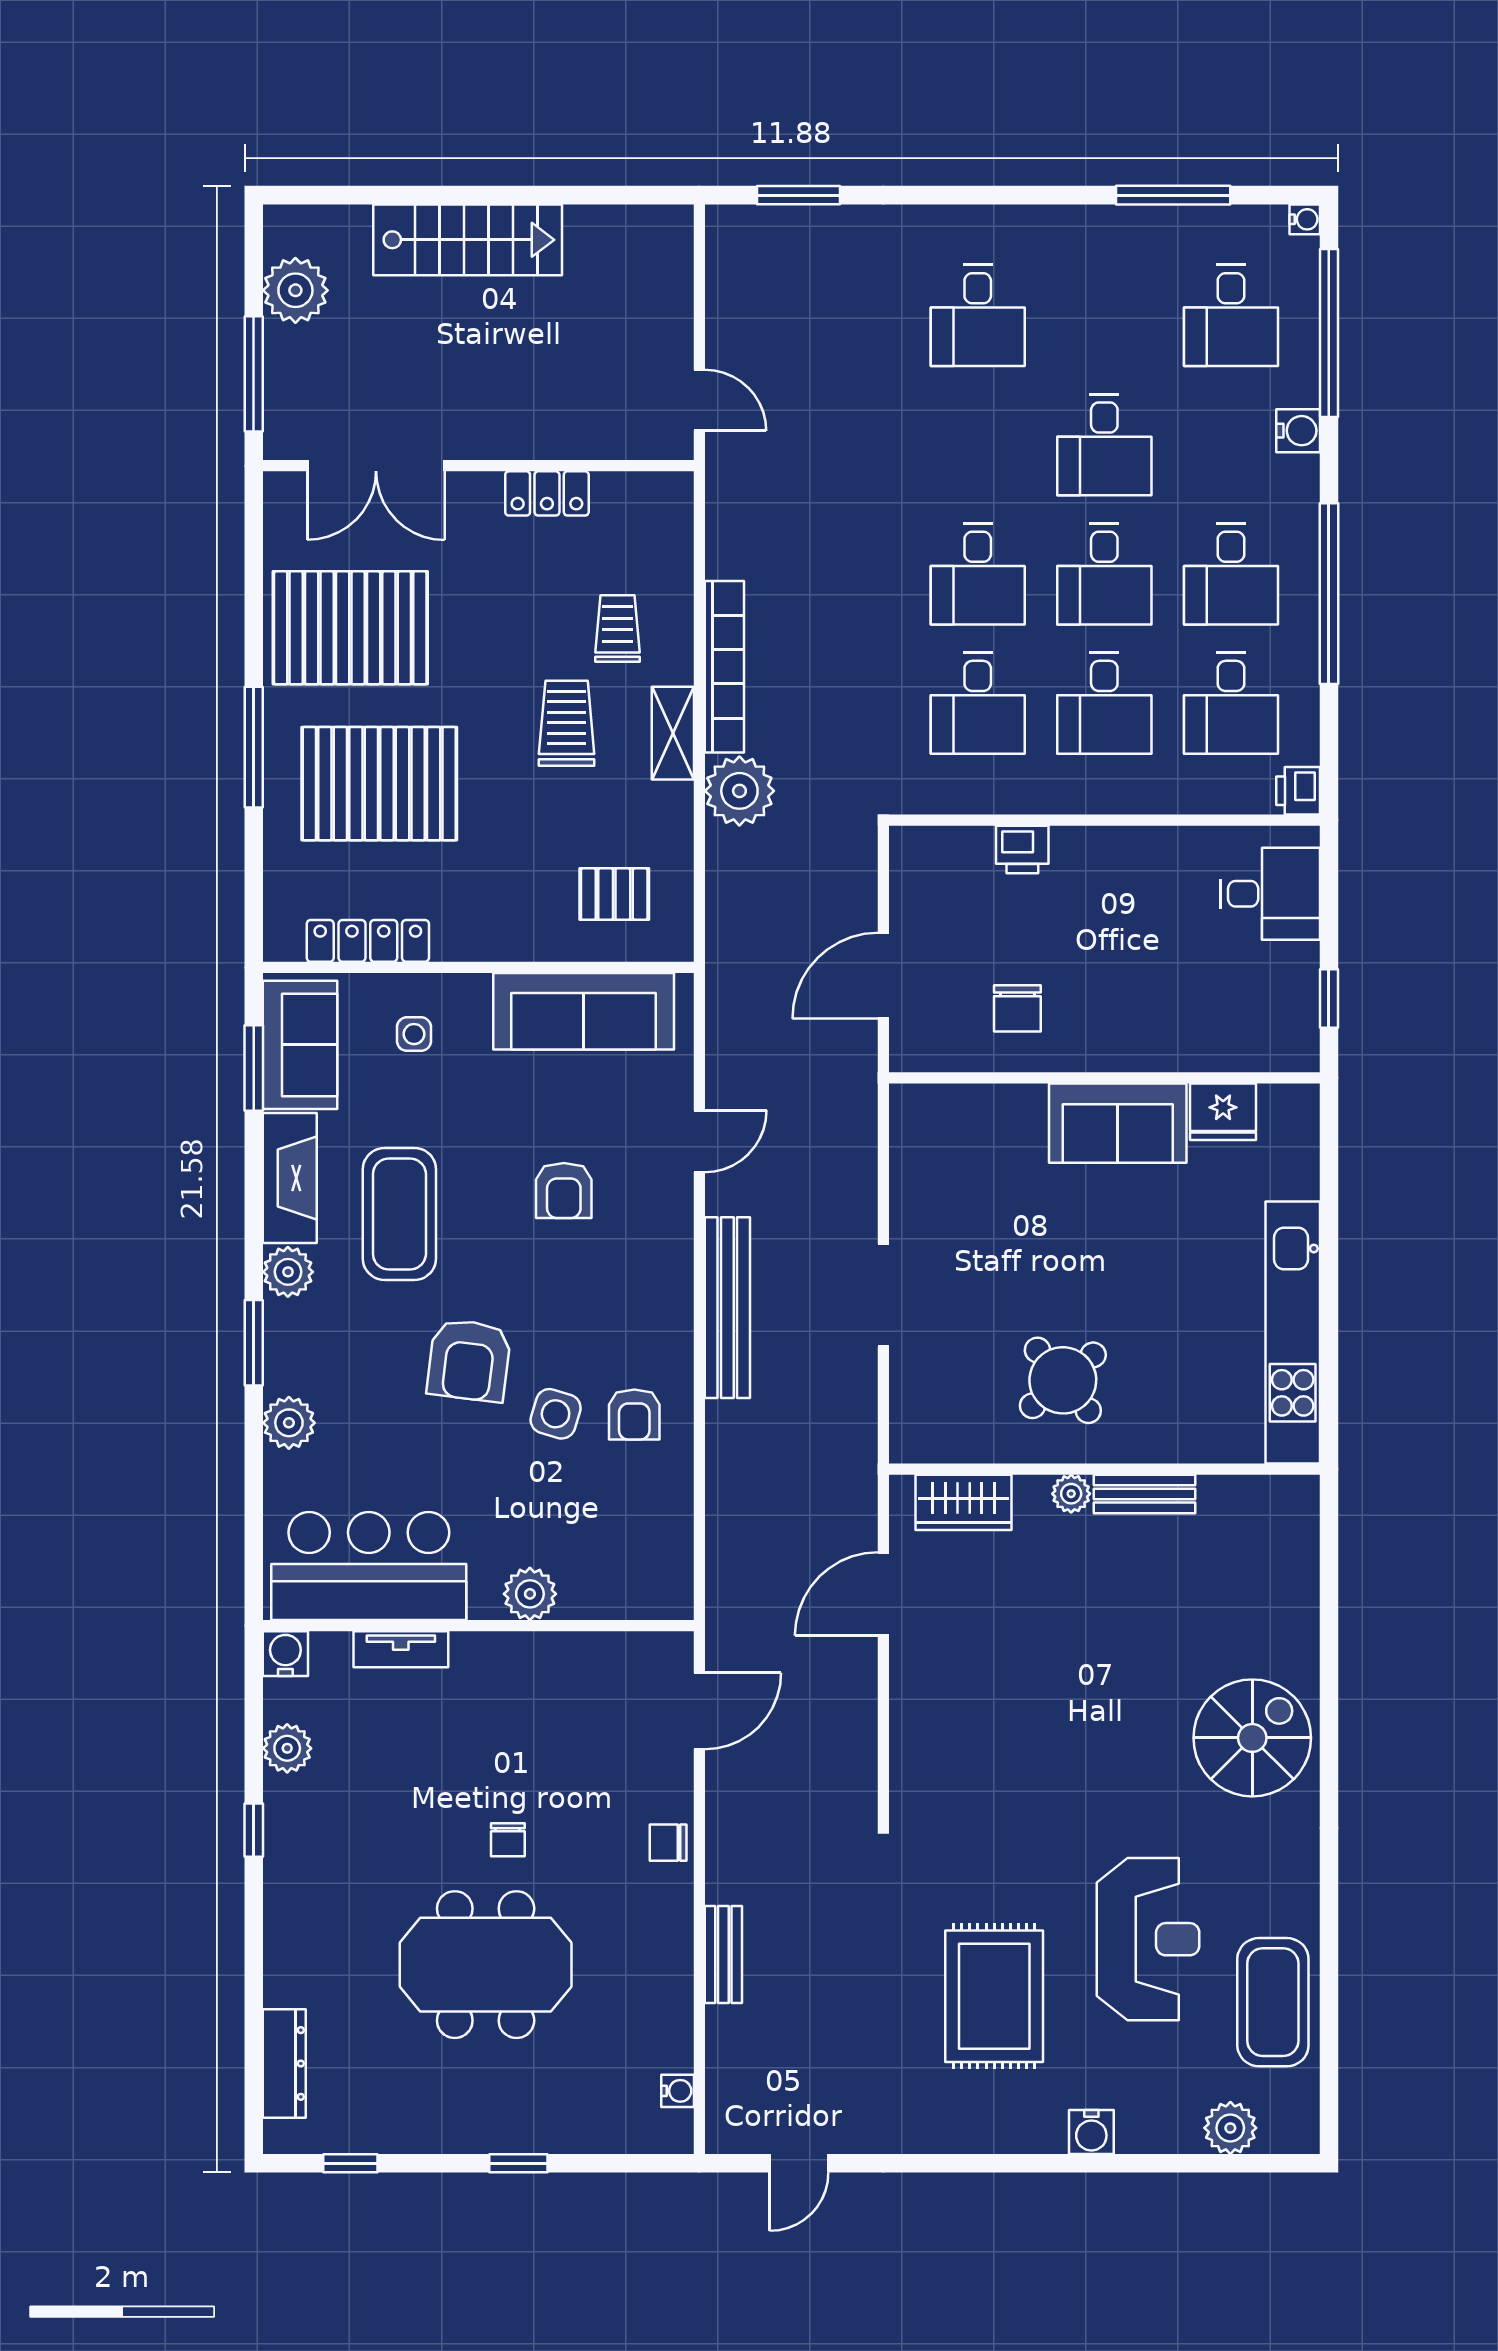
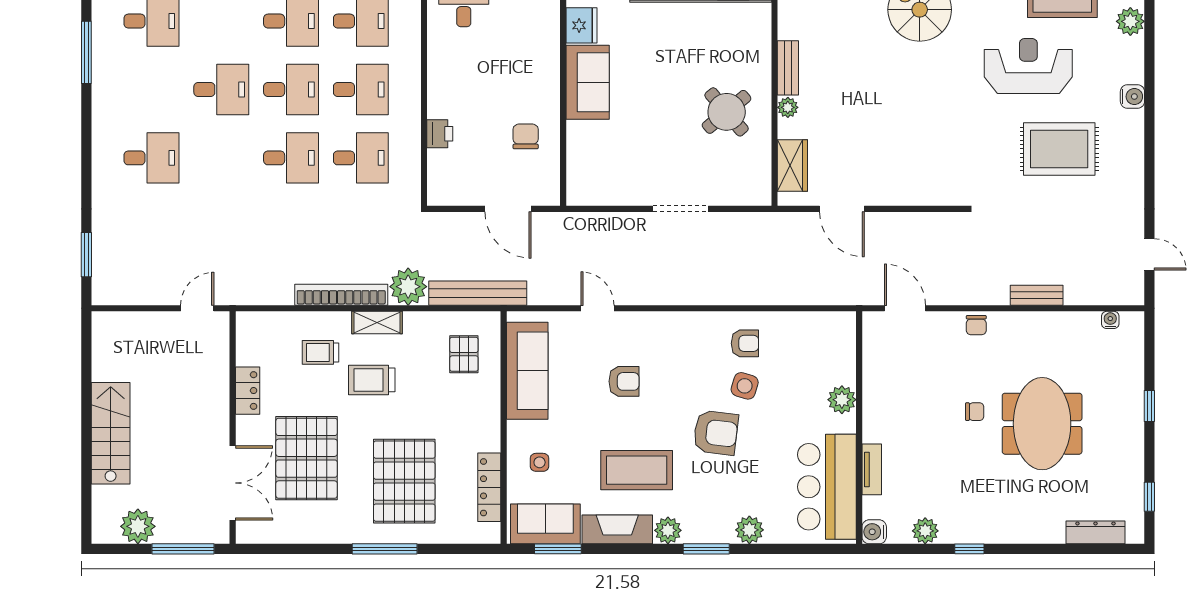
pallet: (350, 628) -> (307, 458), moved
chair: (1017, 1008) -> (526, 136), turned -90
bench: (727, 1308) -> (478, 293), moved

